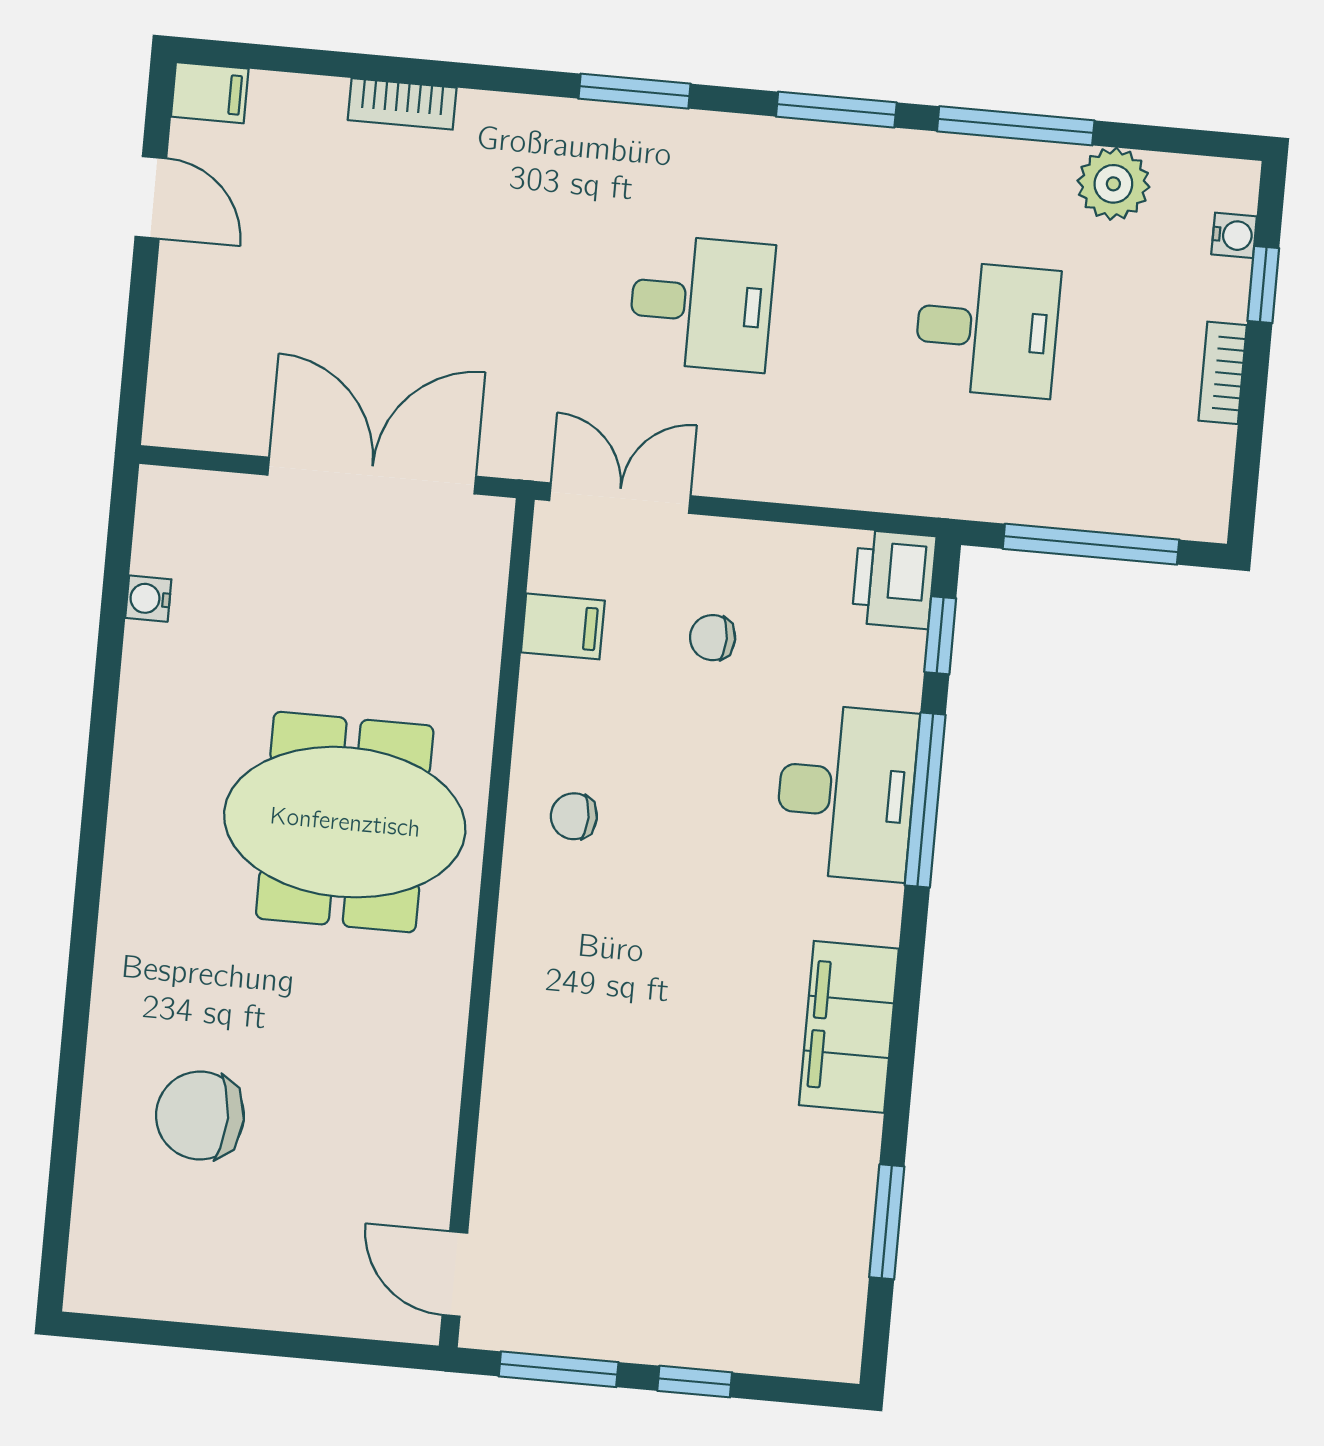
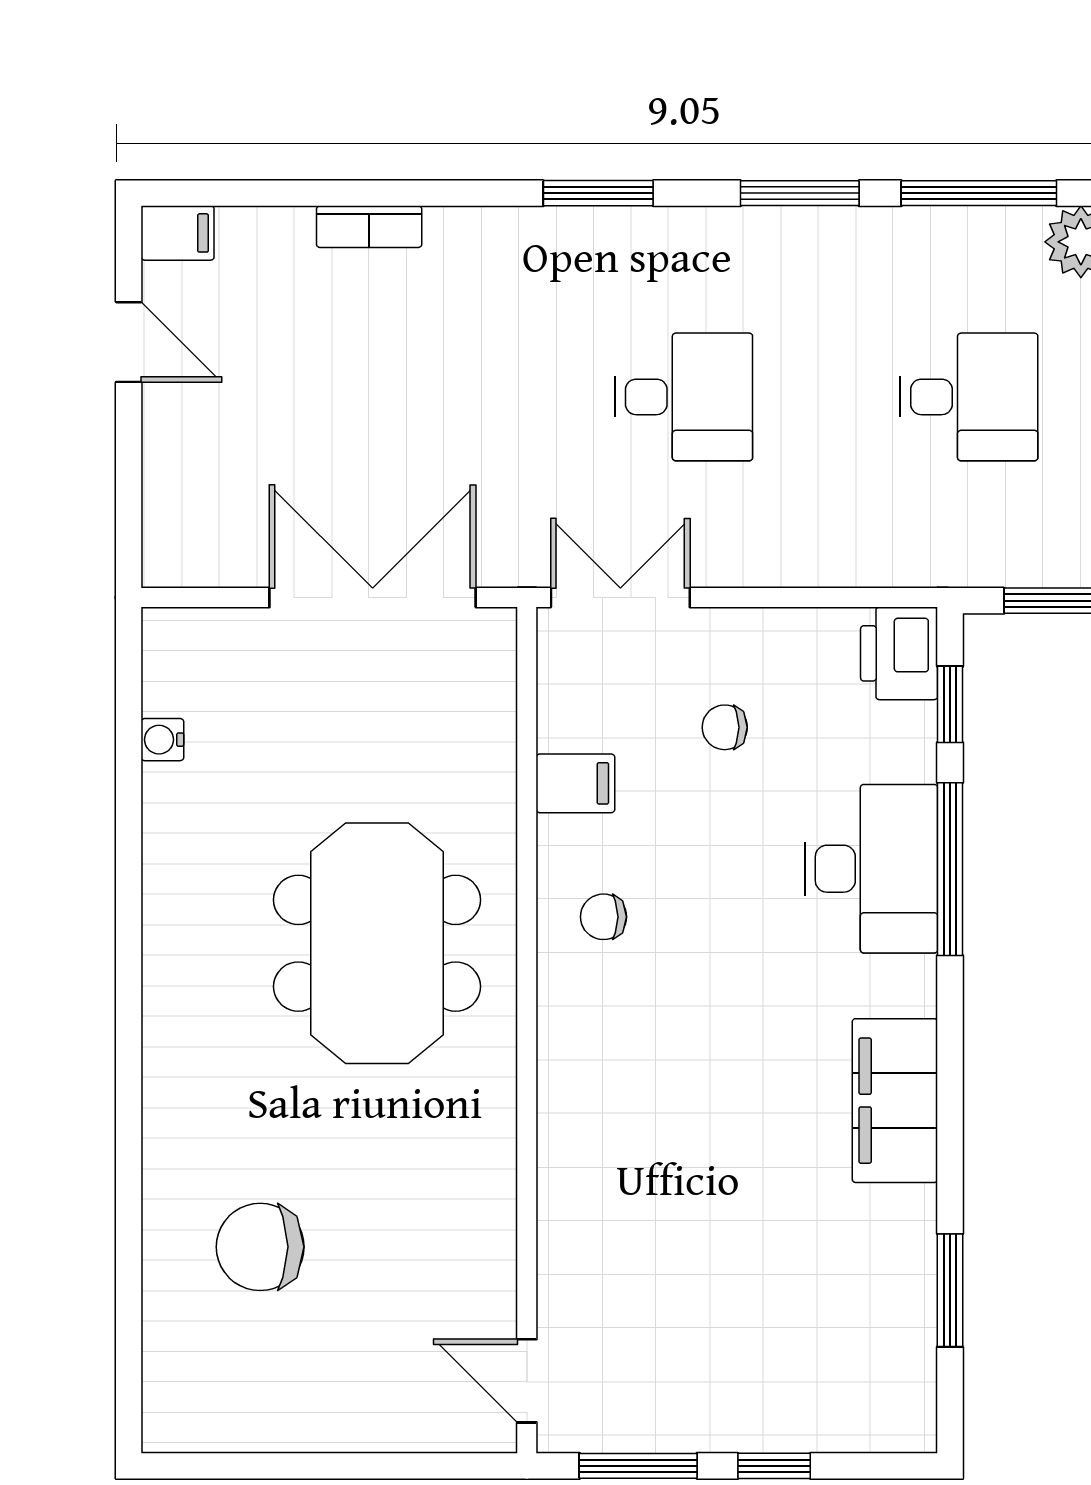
filing cabinet: (563, 626) -> (575, 783), moved
meeting table: (345, 822) -> (377, 943), turned 90

